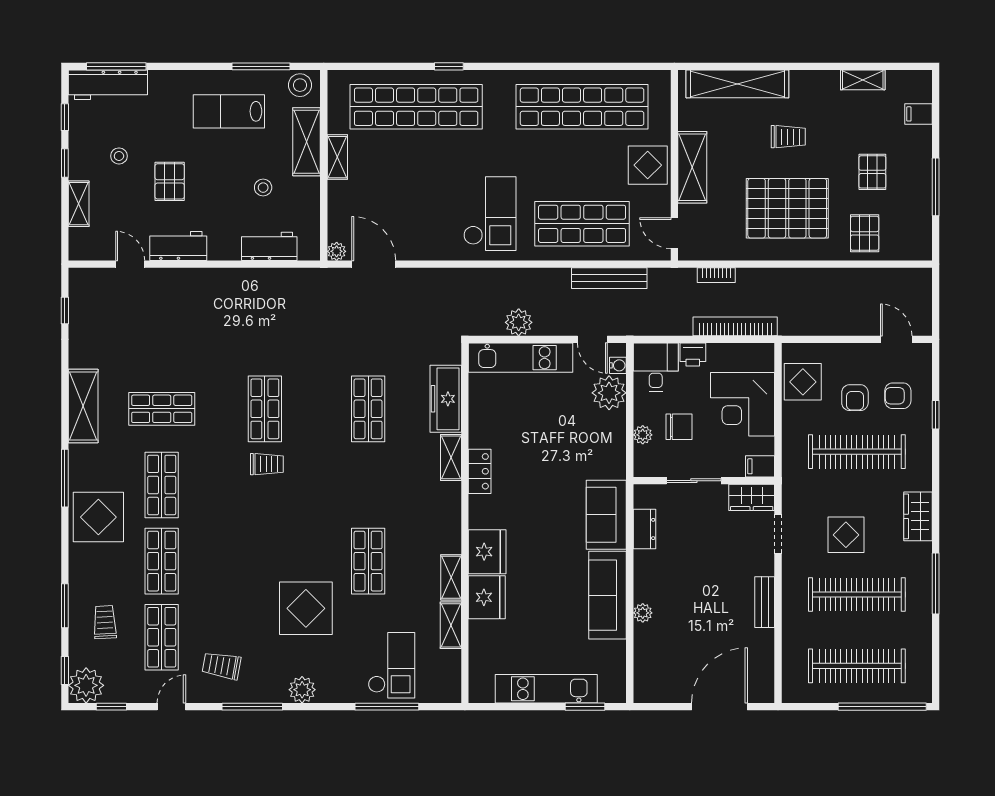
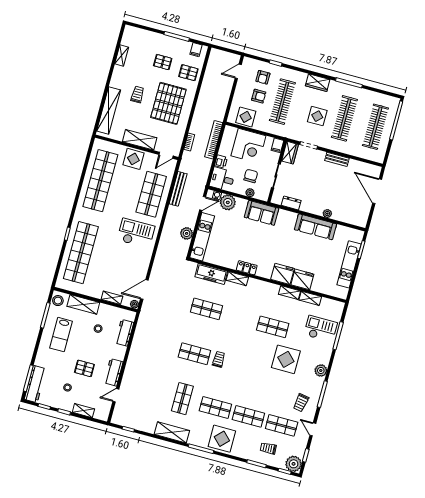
filing cabinet: (918, 114) -> (196, 50), moved
shelving: (337, 157) -> (112, 298), moved
sofa: (606, 515) -> (262, 213), moved

